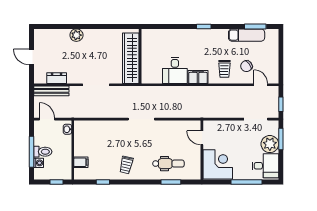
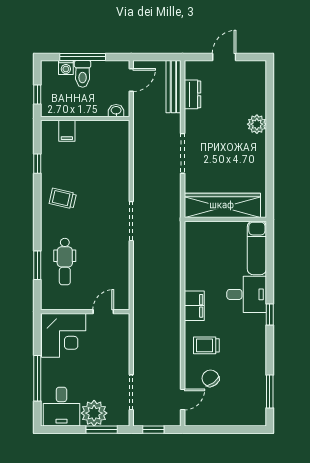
exam couch: (247, 35) -> (257, 248), moved
desk: (175, 70) -> (247, 294), moved, turned 180

